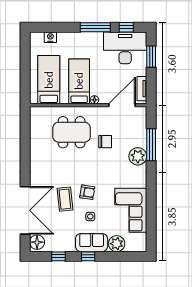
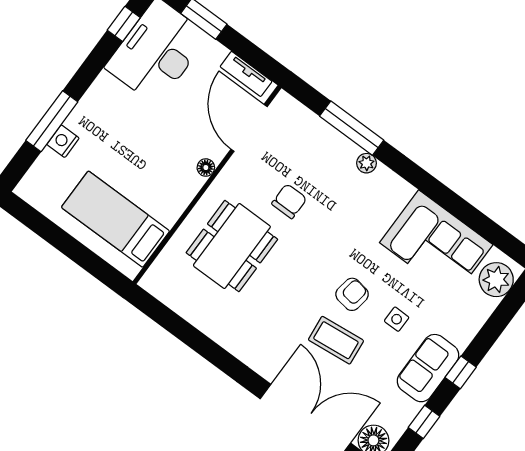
window: (95, 27) -> (52, 121), moved
nightstand: (50, 37) -> (63, 141), moved
bed: (79, 81) -> (156, 170), removed
plant: (138, 156) -> (367, 163), width x0.53, depth x0.53
sofa: (92, 243) -> (428, 368), moved
plant: (117, 244) -> (496, 280), moved

